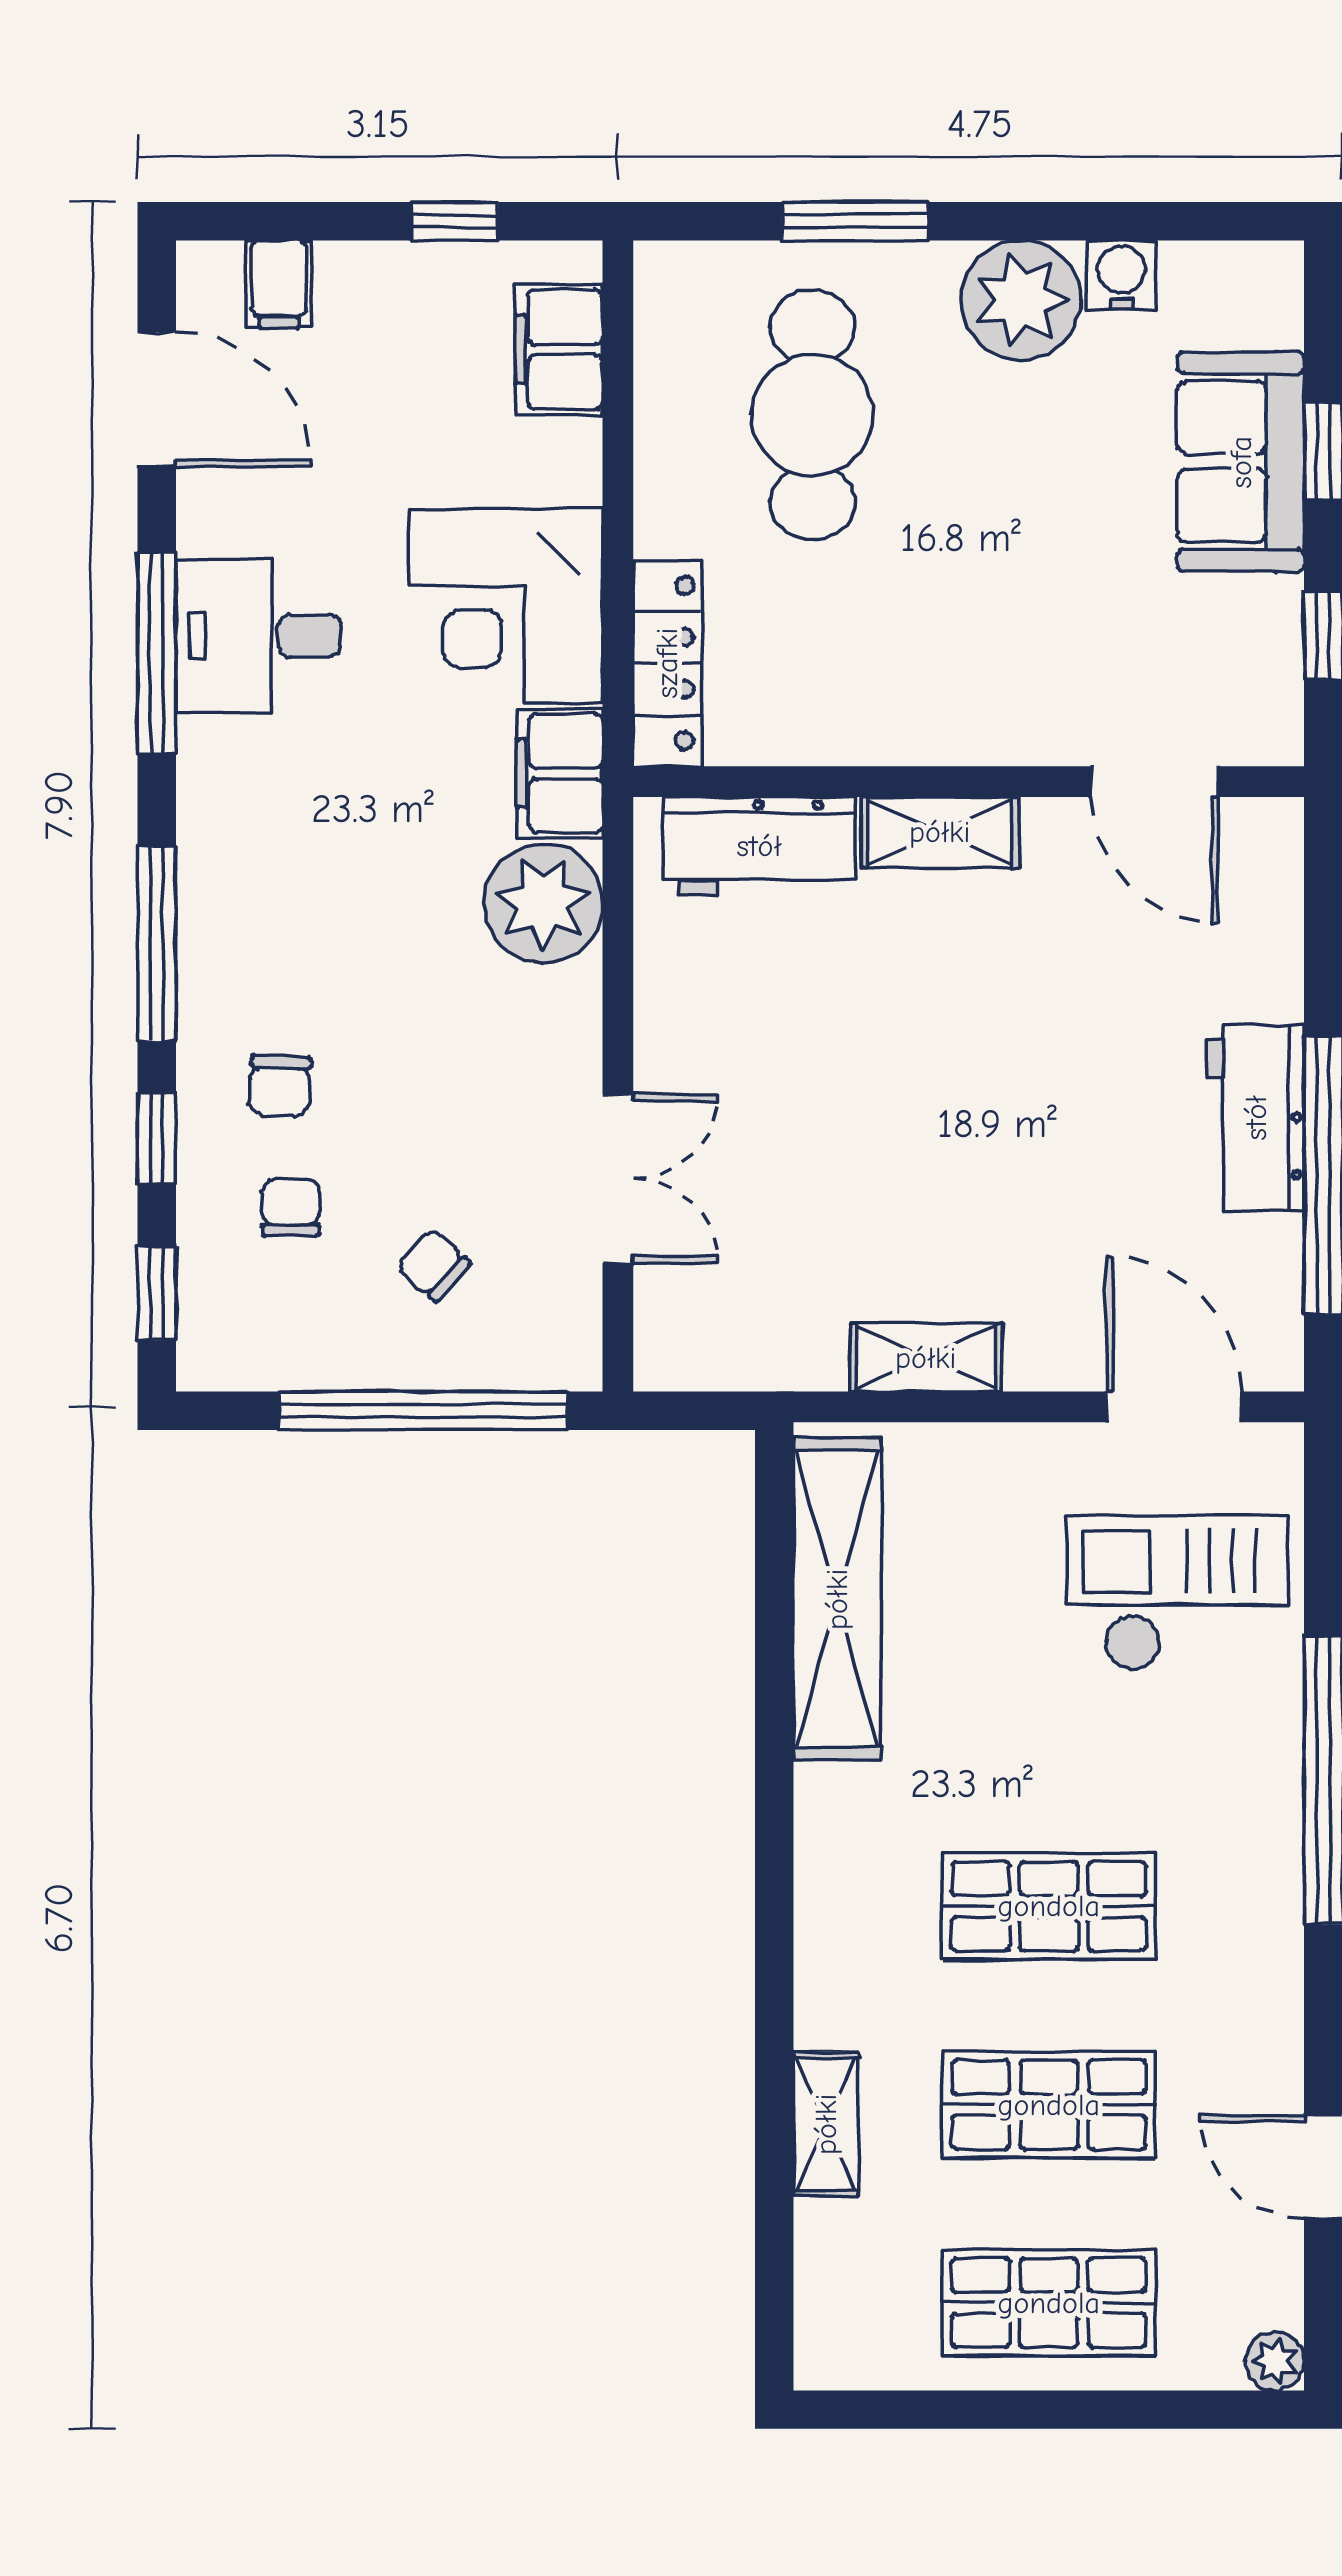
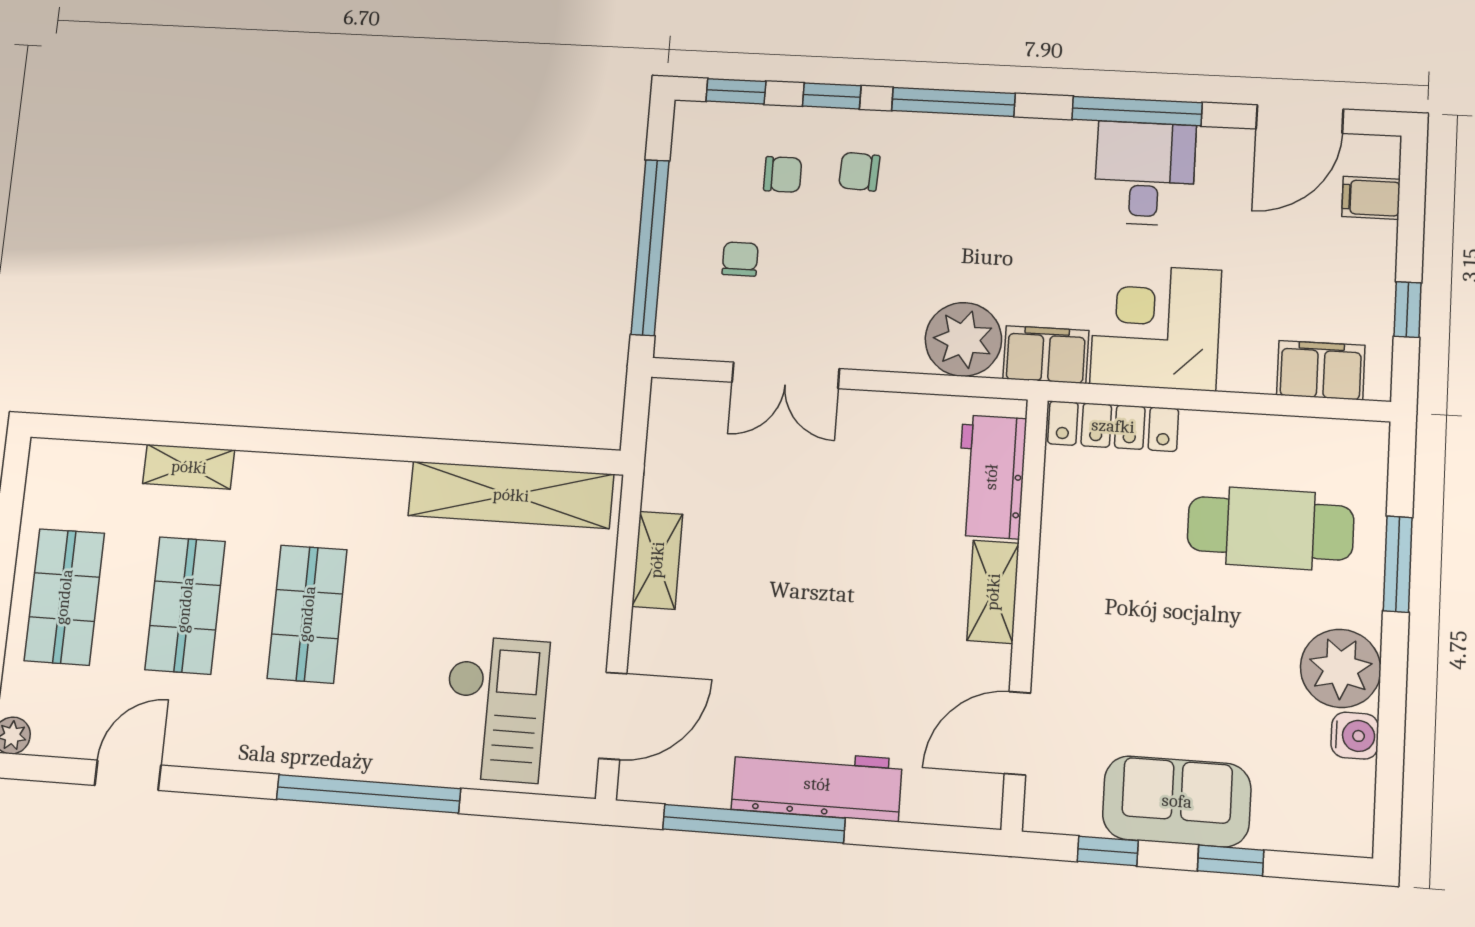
sofa: (1241, 462) -> (1177, 801), moved
workbench: (1256, 1118) -> (817, 784), width x1.38
chair: (434, 1265) -> (740, 259), turned -42

